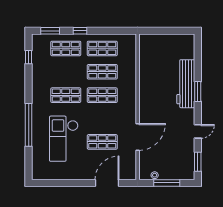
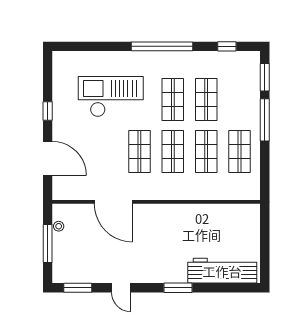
window: (80, 31) -> (265, 120), width x2.17
shop shelf: (66, 48) -> (206, 99), moved
workbench: (186, 84) -> (222, 271), moved
window: (29, 125) -> (162, 46), moved
shop shelf: (102, 142) -> (139, 152), moved
window: (74, 183) -> (48, 111), added

